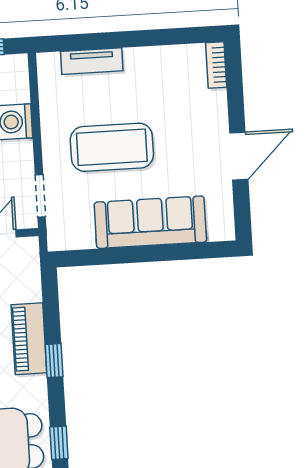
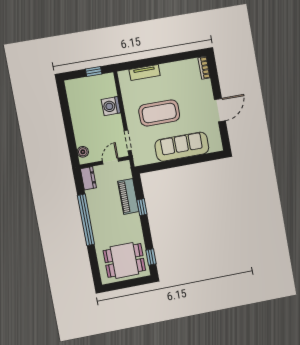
piano: (29, 339) -> (128, 196), moved
window: (54, 361) -> (142, 207), moved

